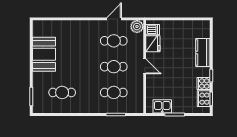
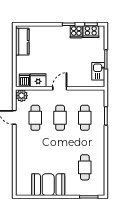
kitchen counter: (203, 52) -> (22, 42), moved, turned -90

